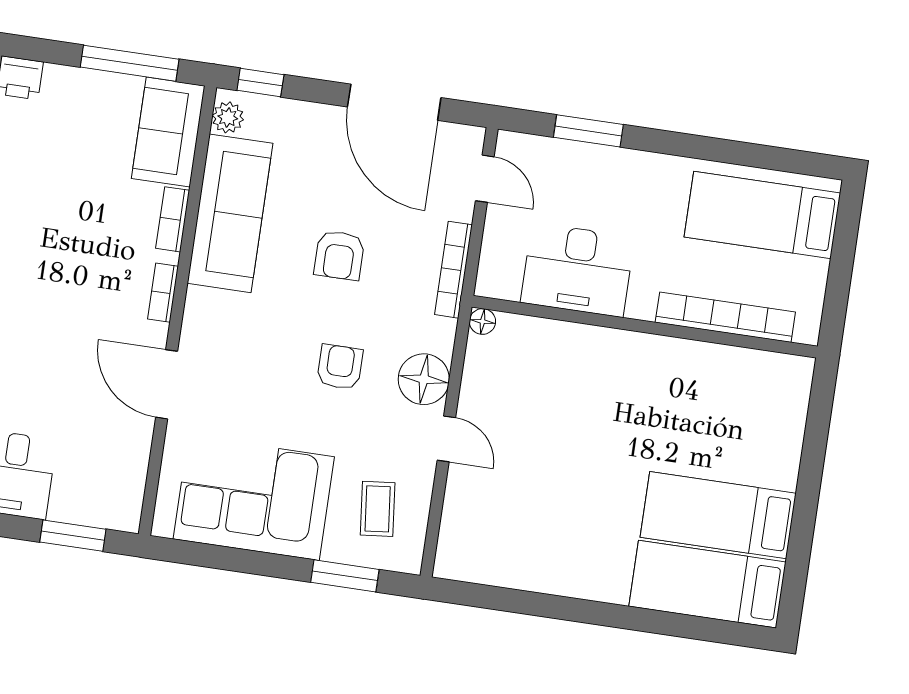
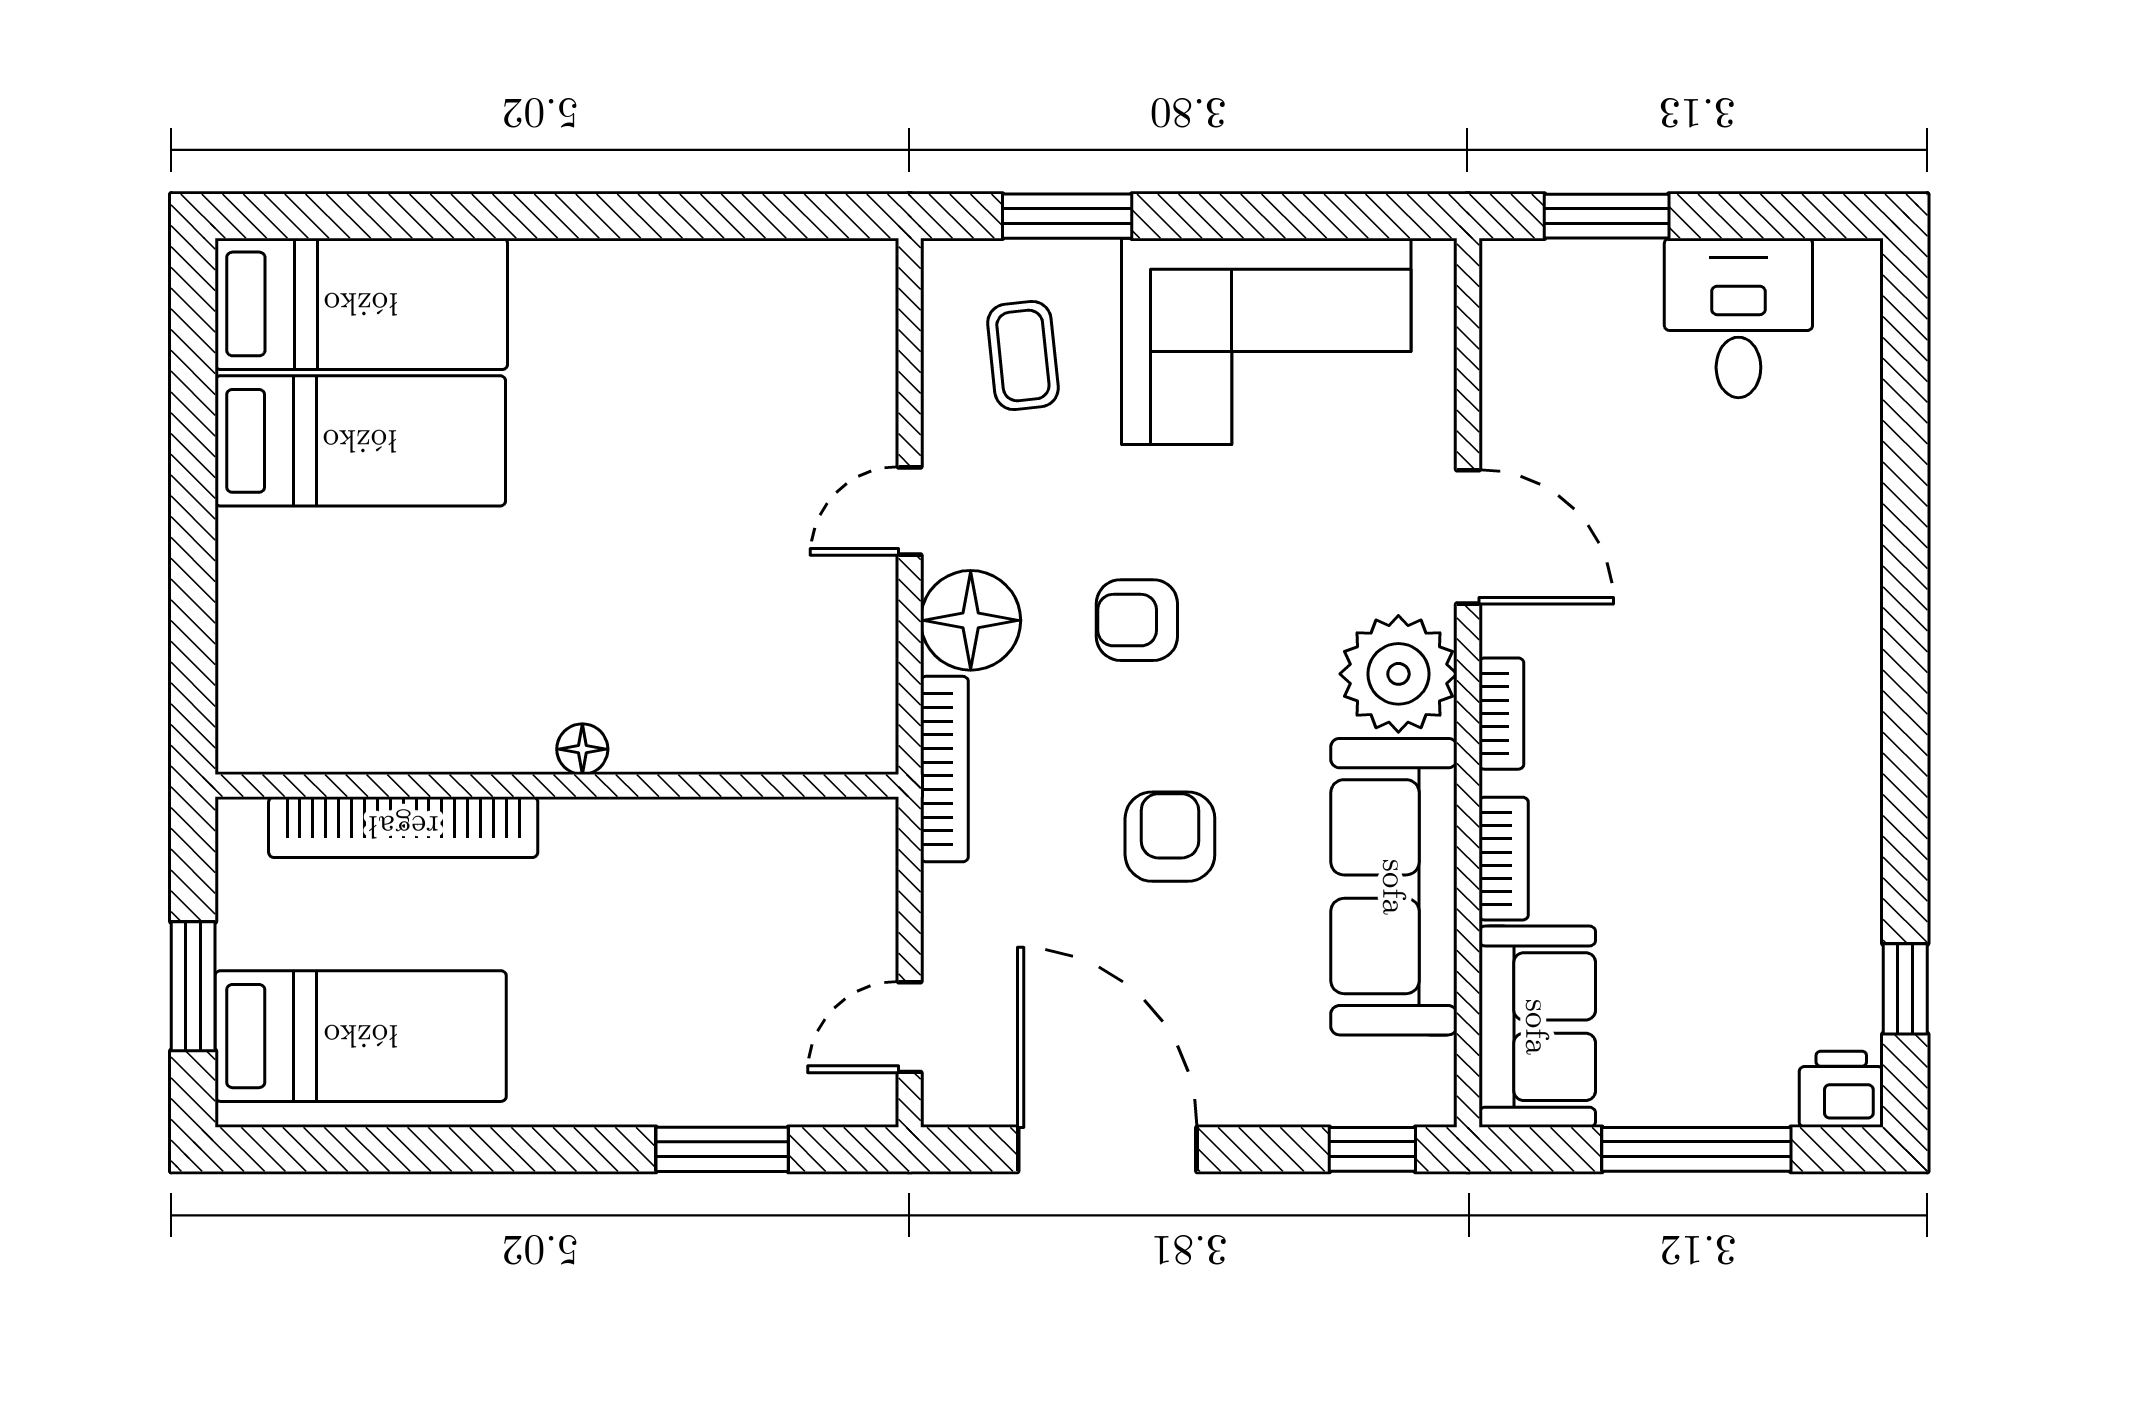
window: (130, 63) -> (1696, 1149), moved
plant: (228, 117) -> (1398, 674), moved, width x1.88, depth x1.88
door: (485, 179) -> (910, 1027), hinge flipped
window: (843, 253) -> (193, 986), added
bookcase: (453, 270) -> (944, 769), moved
desk: (577, 270) -> (704, 877), removed
floor lamp: (482, 321) -> (582, 749), moved
armchair: (340, 367) -> (1137, 620), turned 90
door: (446, 439) -> (910, 511), hinge flipped

